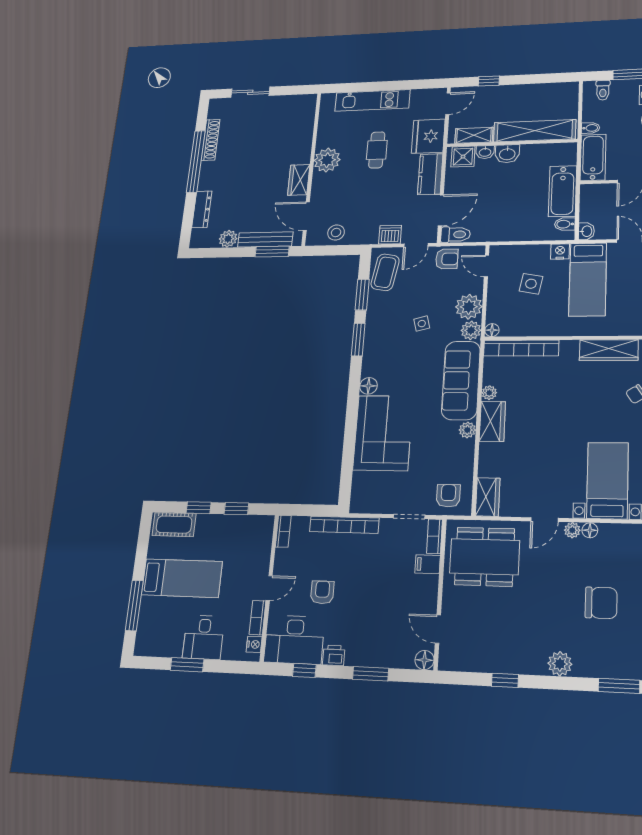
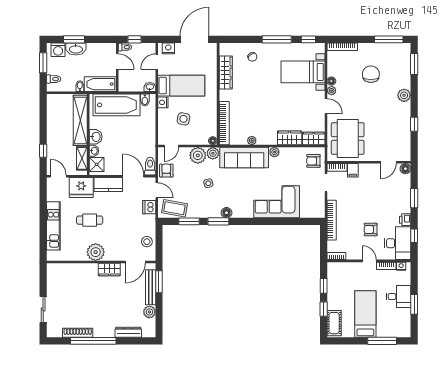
bathtub: (563, 191) -> (116, 105), width x1.36, depth x1.36
floor lamp: (369, 386) -> (226, 213), moved
wardrobe: (492, 421) -> (290, 138), moved

